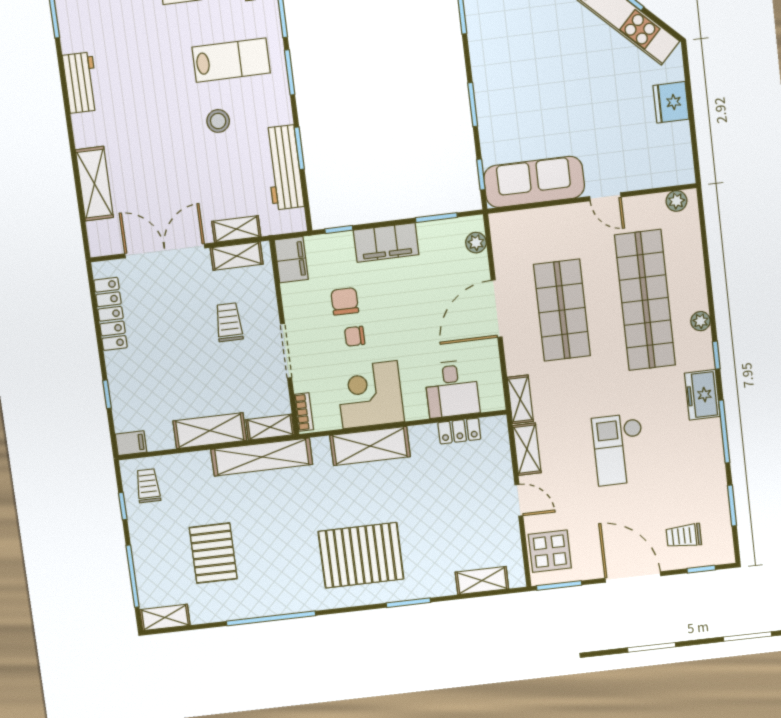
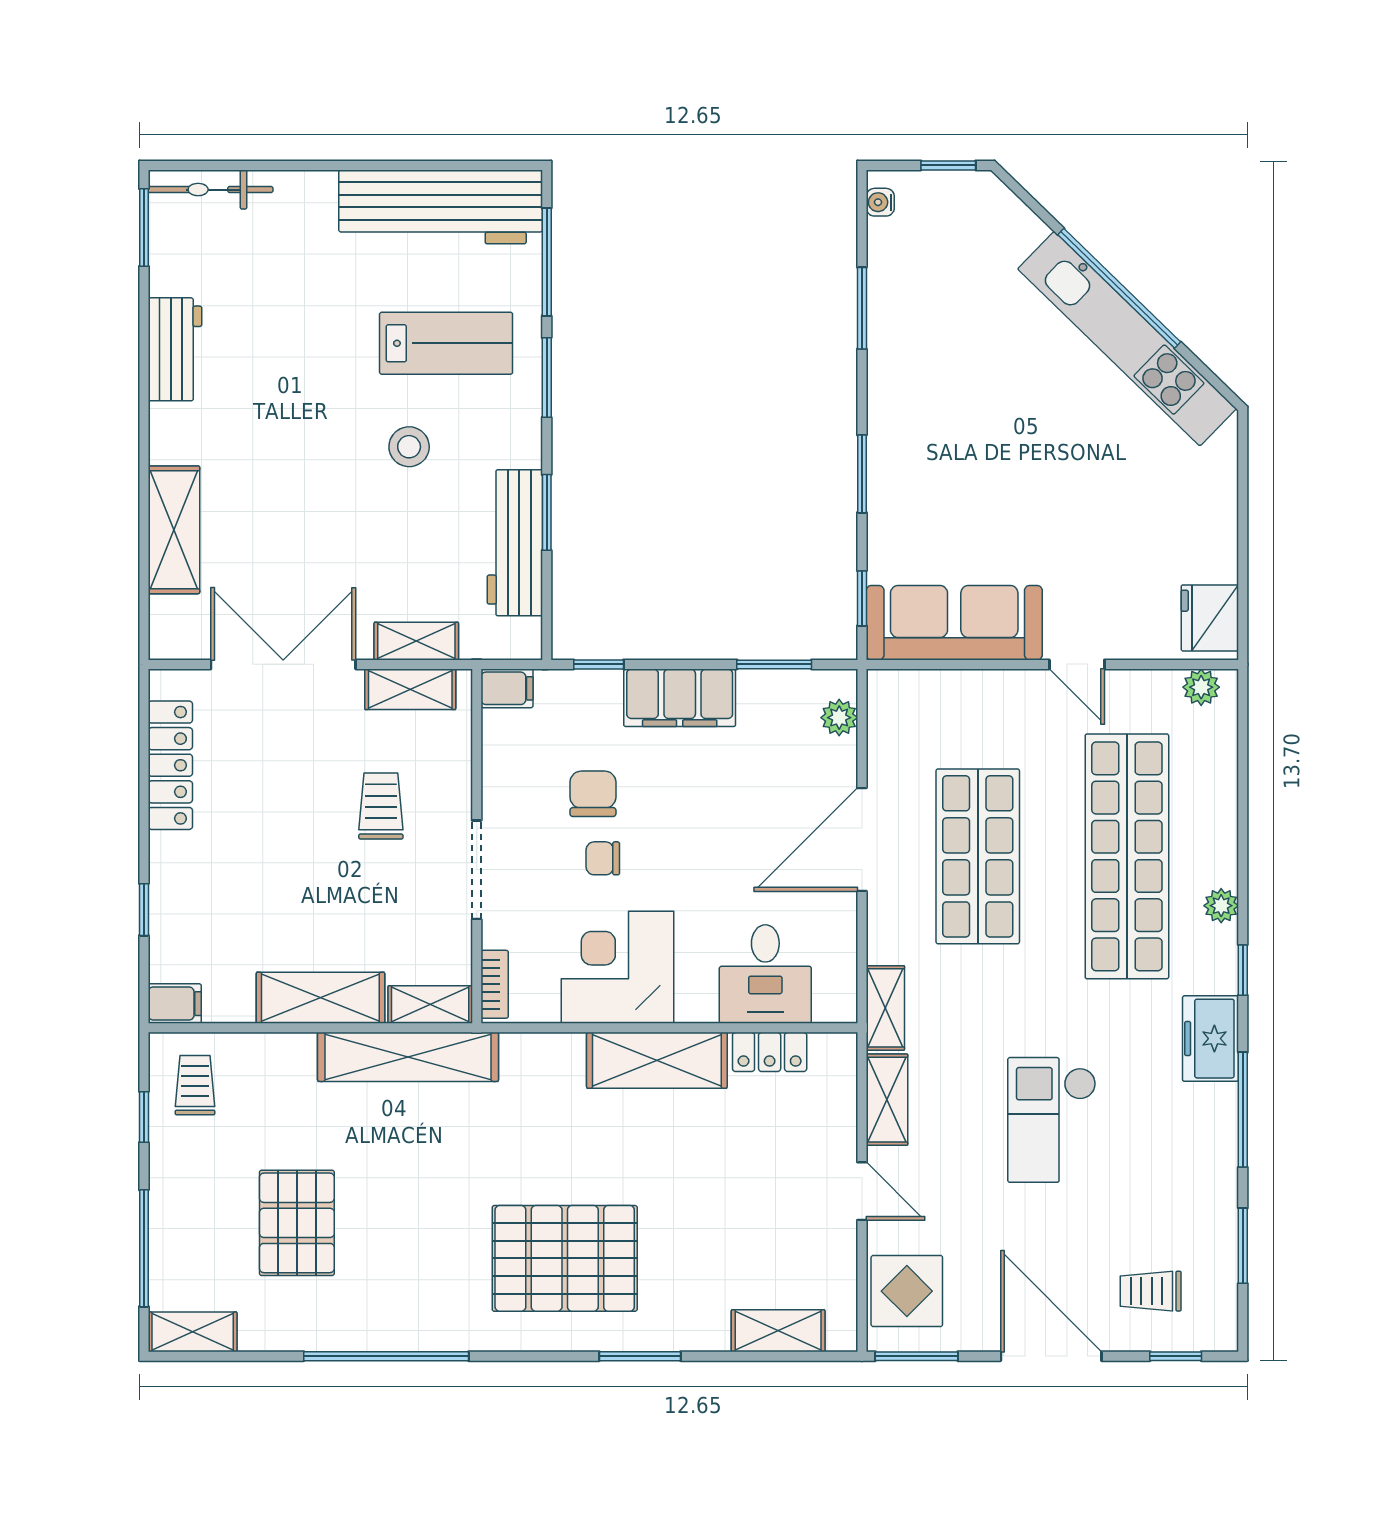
fridge: (671, 102) -> (1210, 618), moved
filing cabinet: (291, 260) -> (507, 688), width x0.50
shelving: (370, 446) -> (657, 1060), moved

